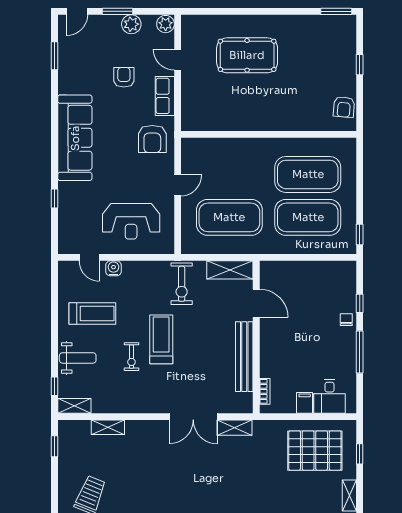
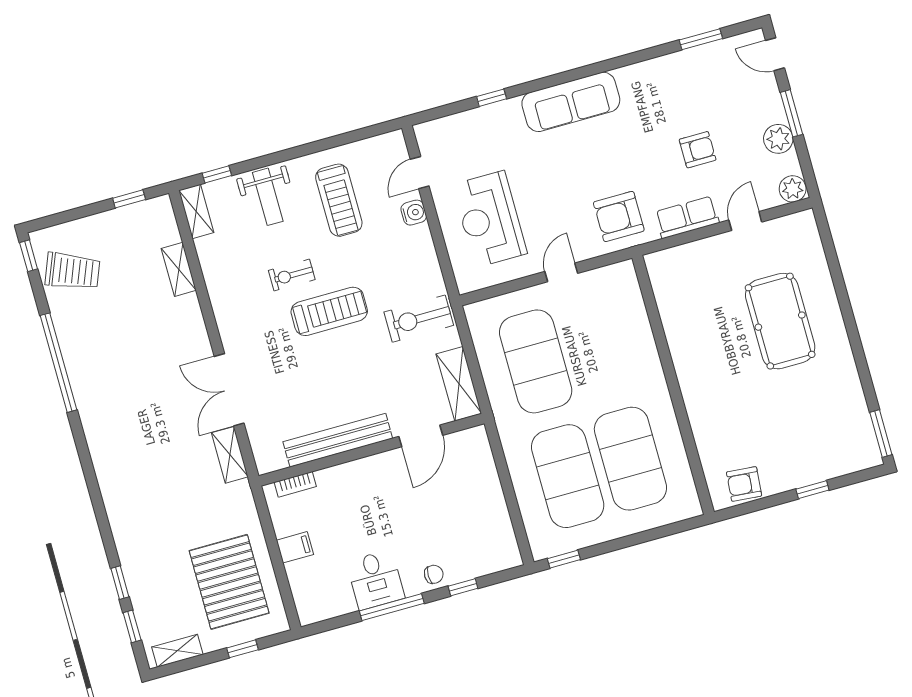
sofa: (75, 138) -> (571, 102), width x0.74, depth x0.79
door: (178, 185) -> (561, 272), swing flipped
desk: (330, 396) -> (375, 580), moved, turned -90

